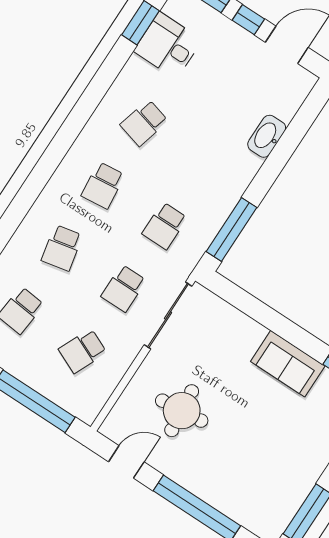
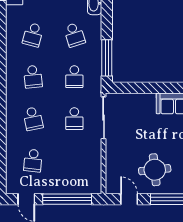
school desk: (83, 351) -> (74, 35), moved, turned -42
round table: (182, 411) -> (155, 170), moved
door: (126, 462) -> (129, 199), hinge flipped

